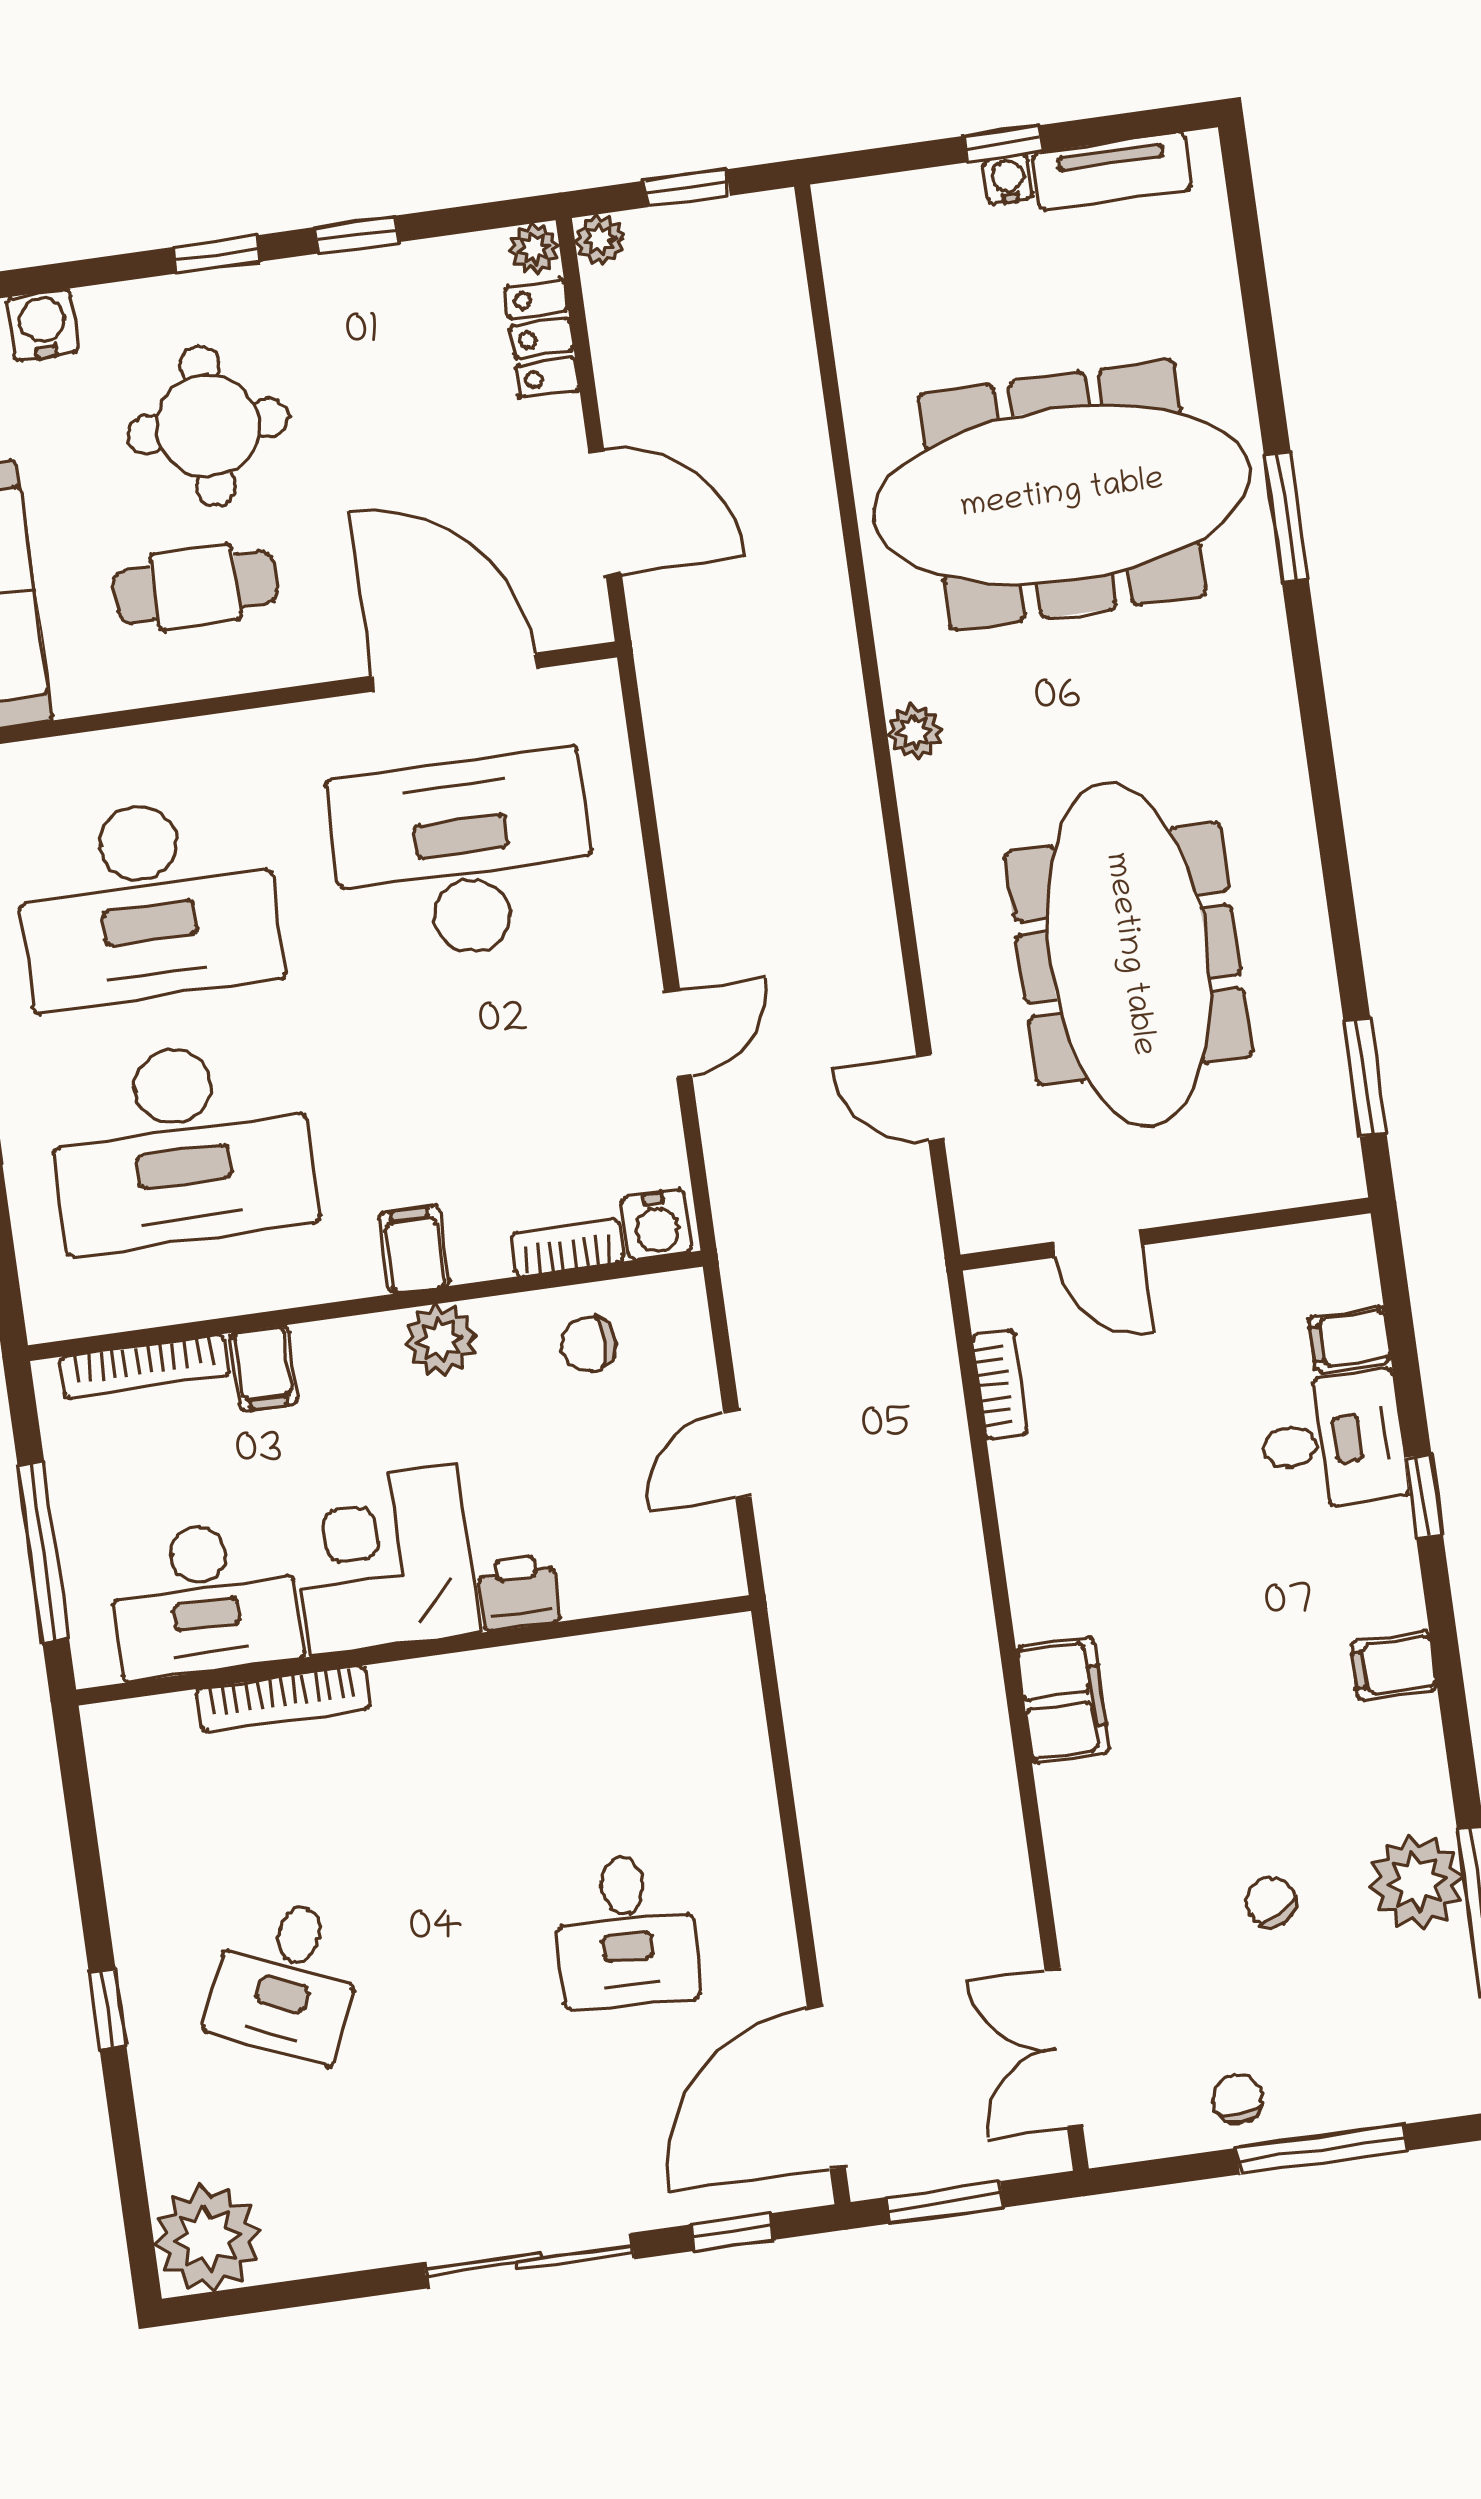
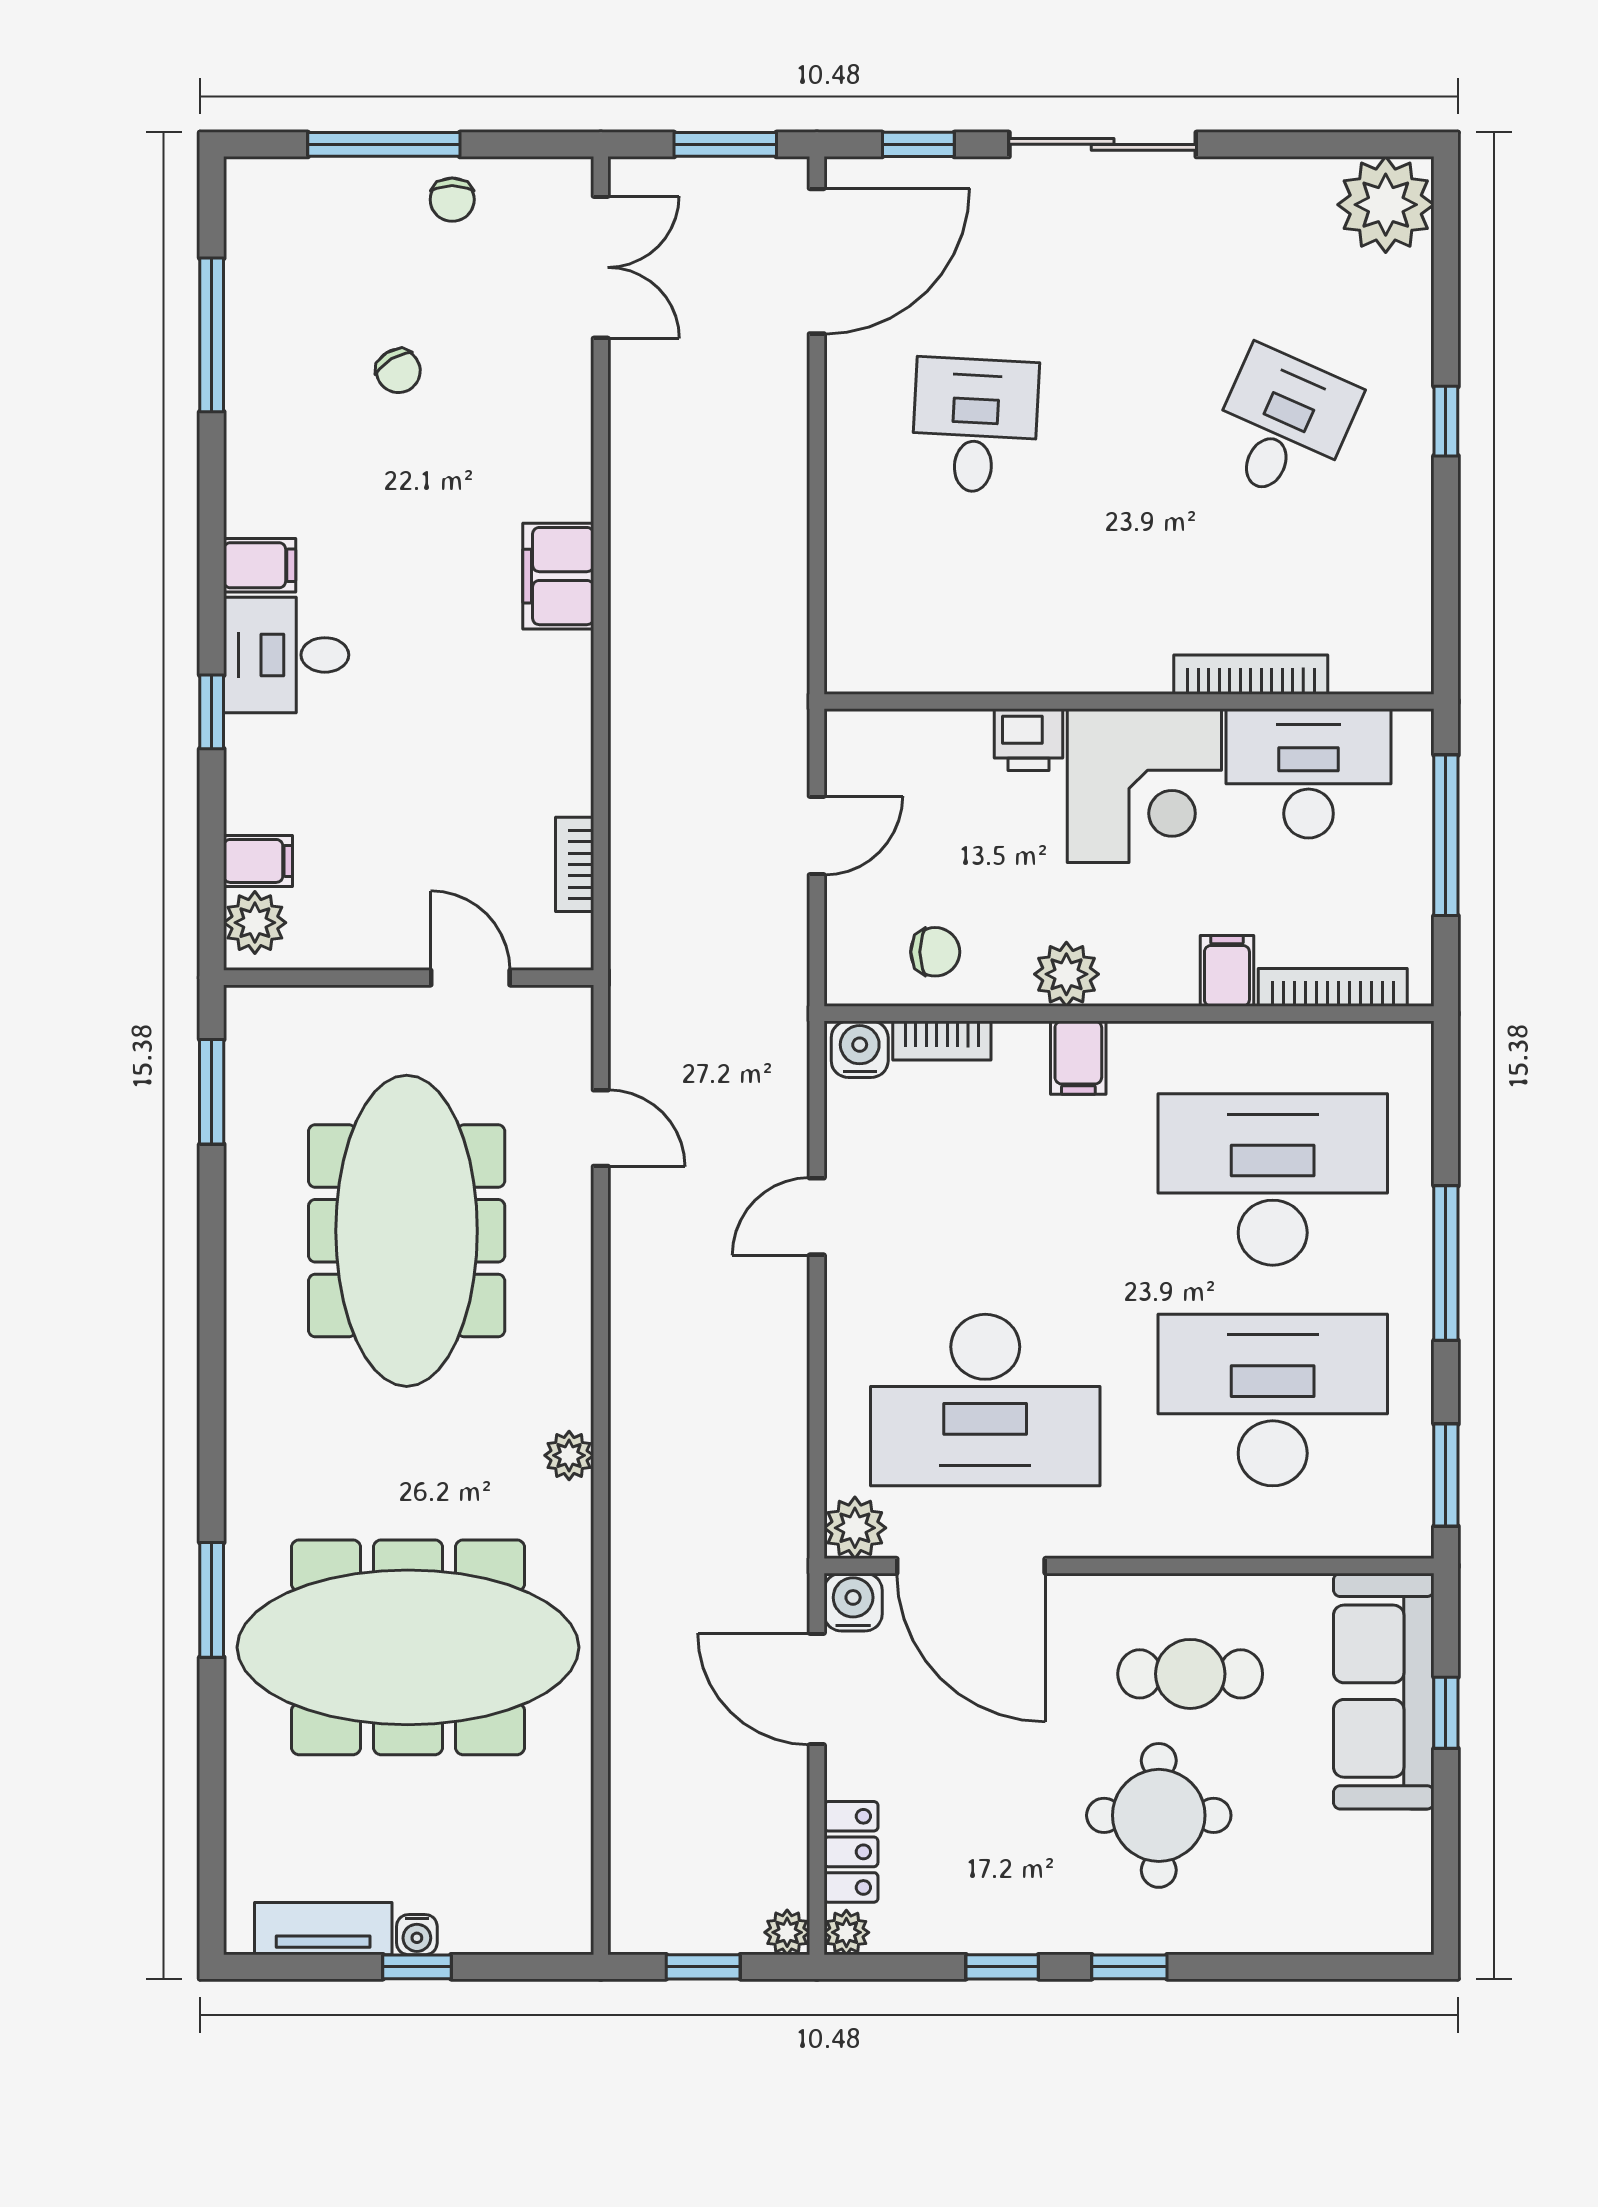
water cooler: (43, 325) -> (853, 1602), moved, turned 180
plant: (588, 696) -> (855, 1528), added
desk: (1332, 1441) -> (286, 655), moved
plant: (1417, 1882) -> (255, 923), moved, width x0.73, depth x0.73

